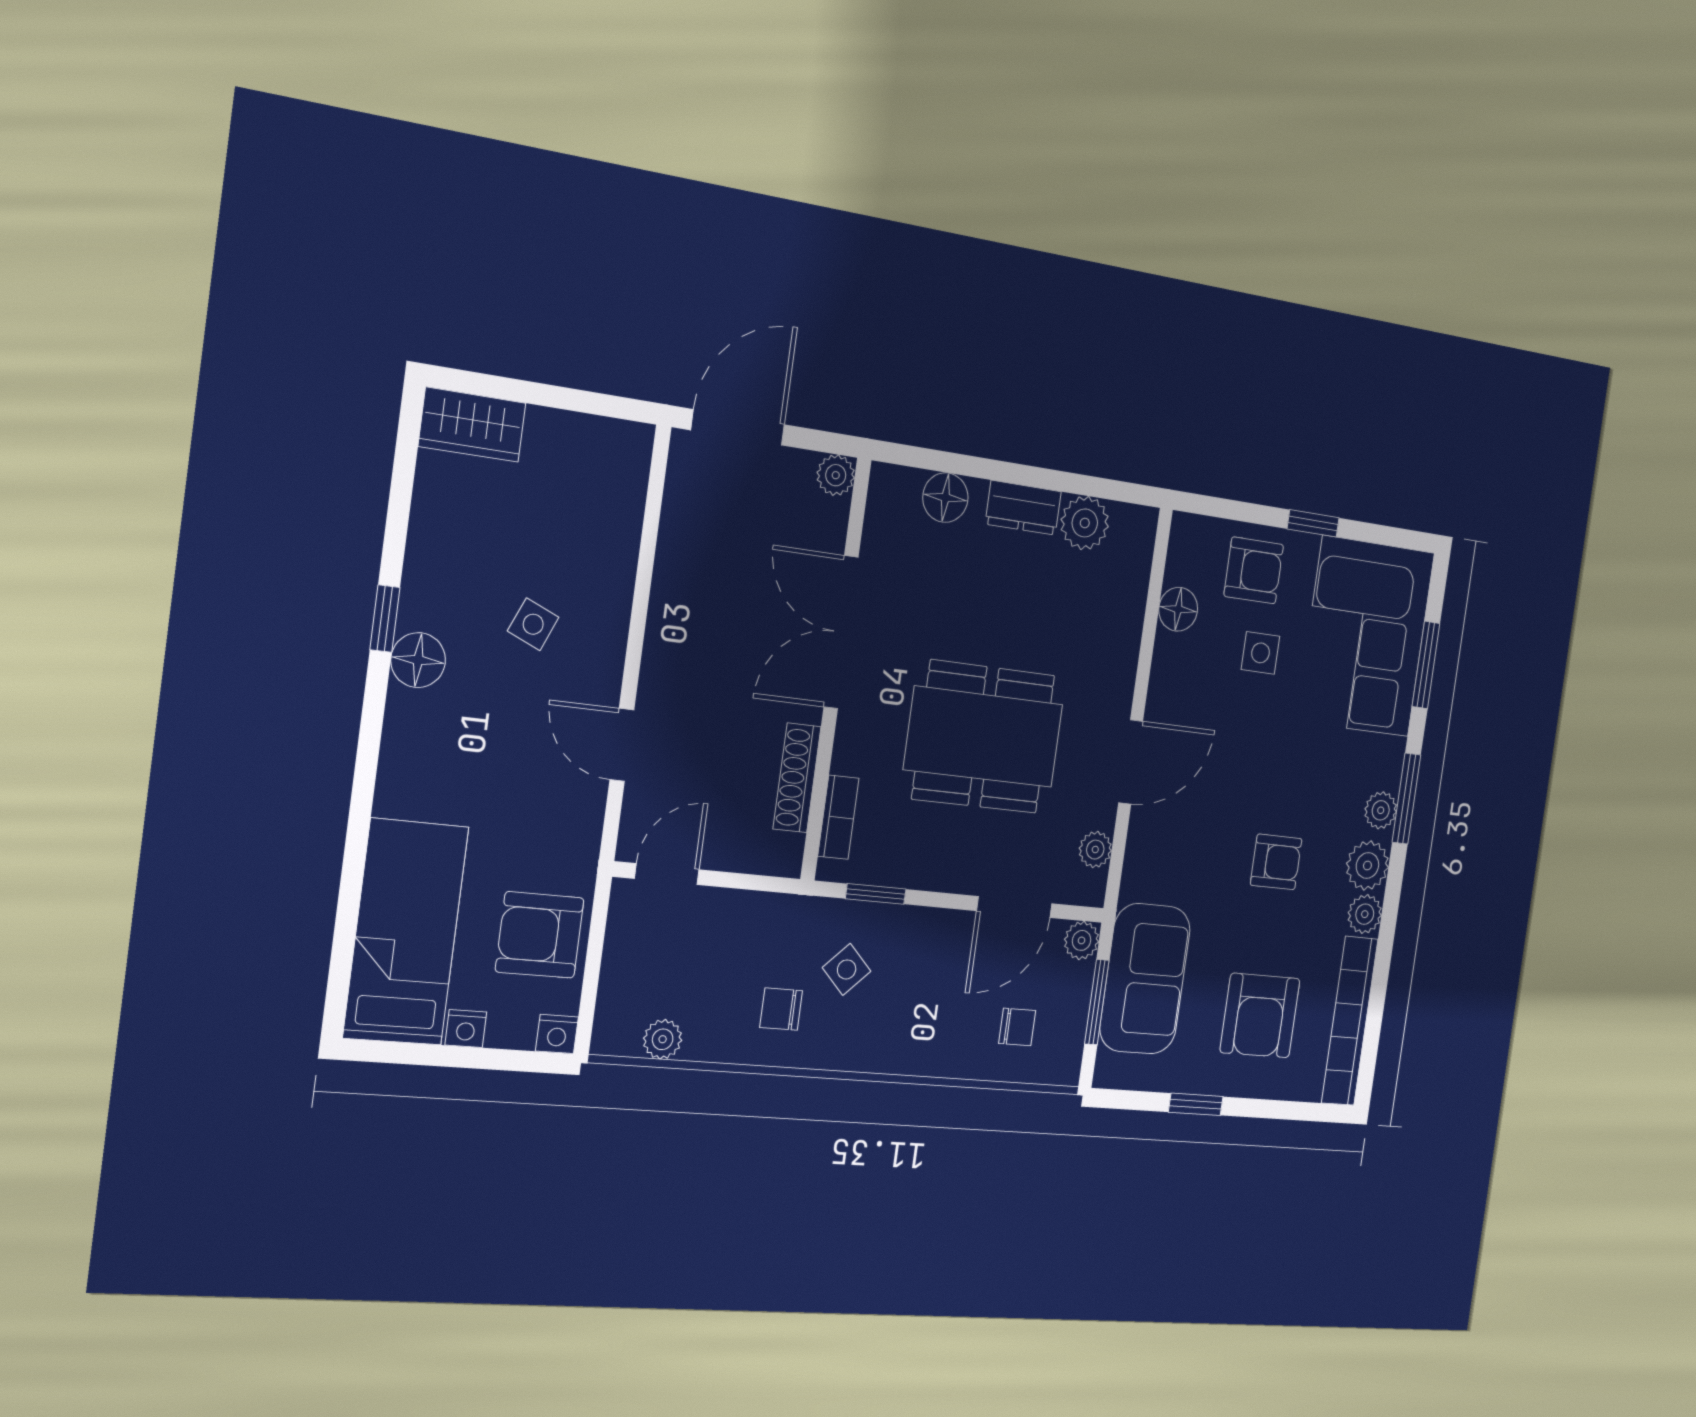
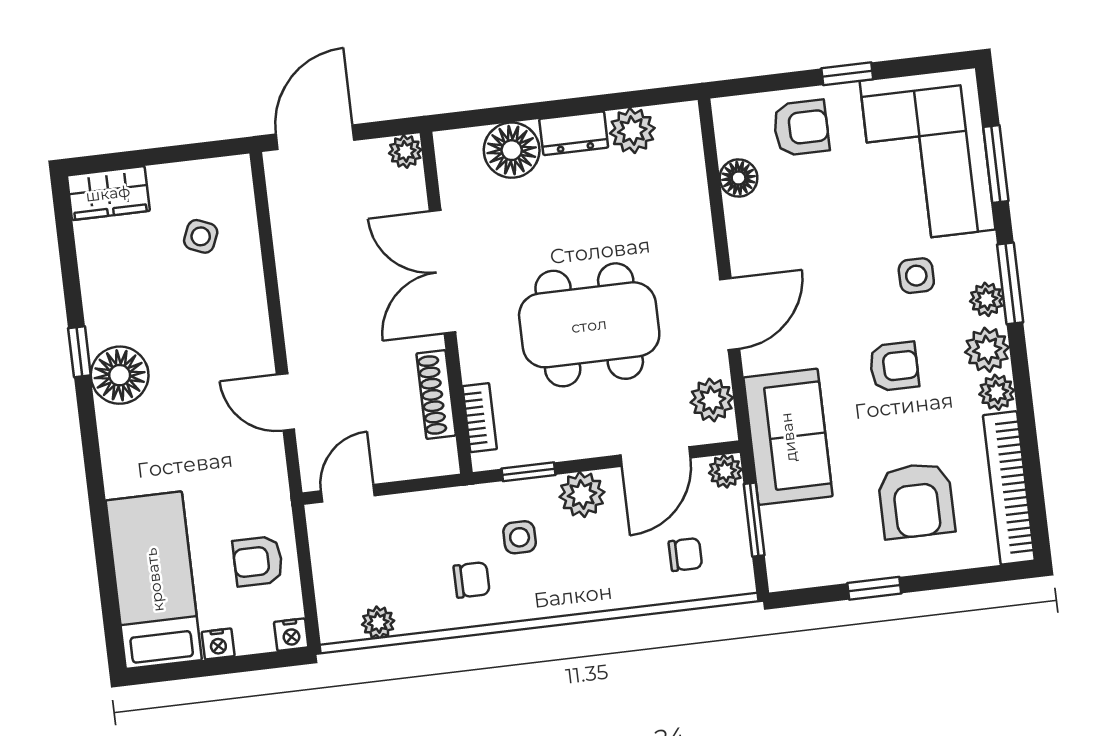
floor lamp: (945, 498) -> (512, 150), width x1.38, depth x1.38
side table: (533, 624) -> (201, 236), moved
side table: (1260, 653) -> (916, 276), moved
floor lamp: (418, 660) -> (120, 375), width x1.38, depth x1.38
plant: (1095, 850) -> (712, 400), width x1.38, depth x1.38
plant: (926, 934) -> (582, 494), added
armchair: (540, 935) -> (258, 561), width x0.72, depth x0.72
side table: (847, 969) -> (520, 537), turned 45
sofa: (1145, 979) -> (788, 437), moved
chair: (781, 1009) -> (472, 580), turned 180

